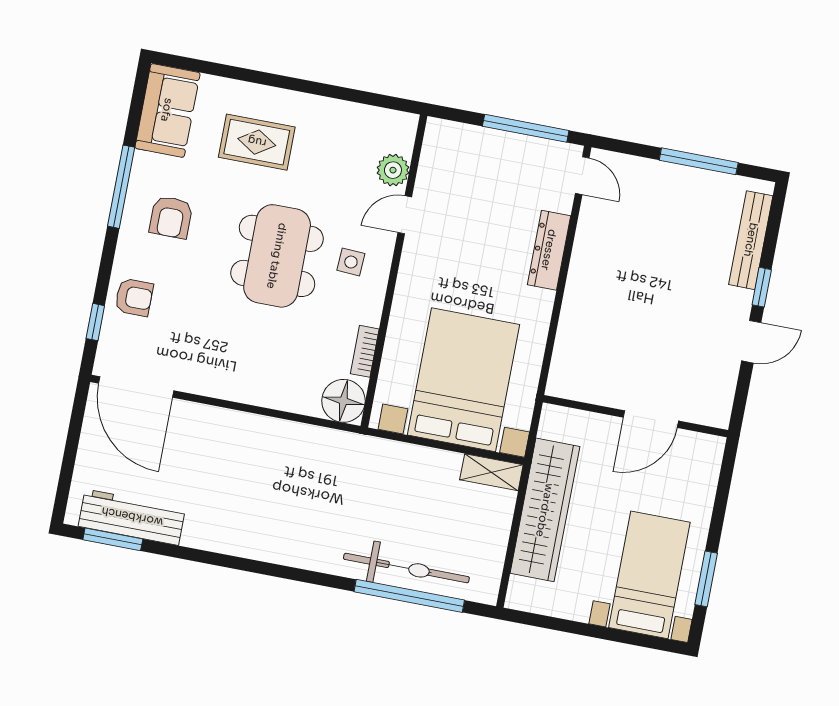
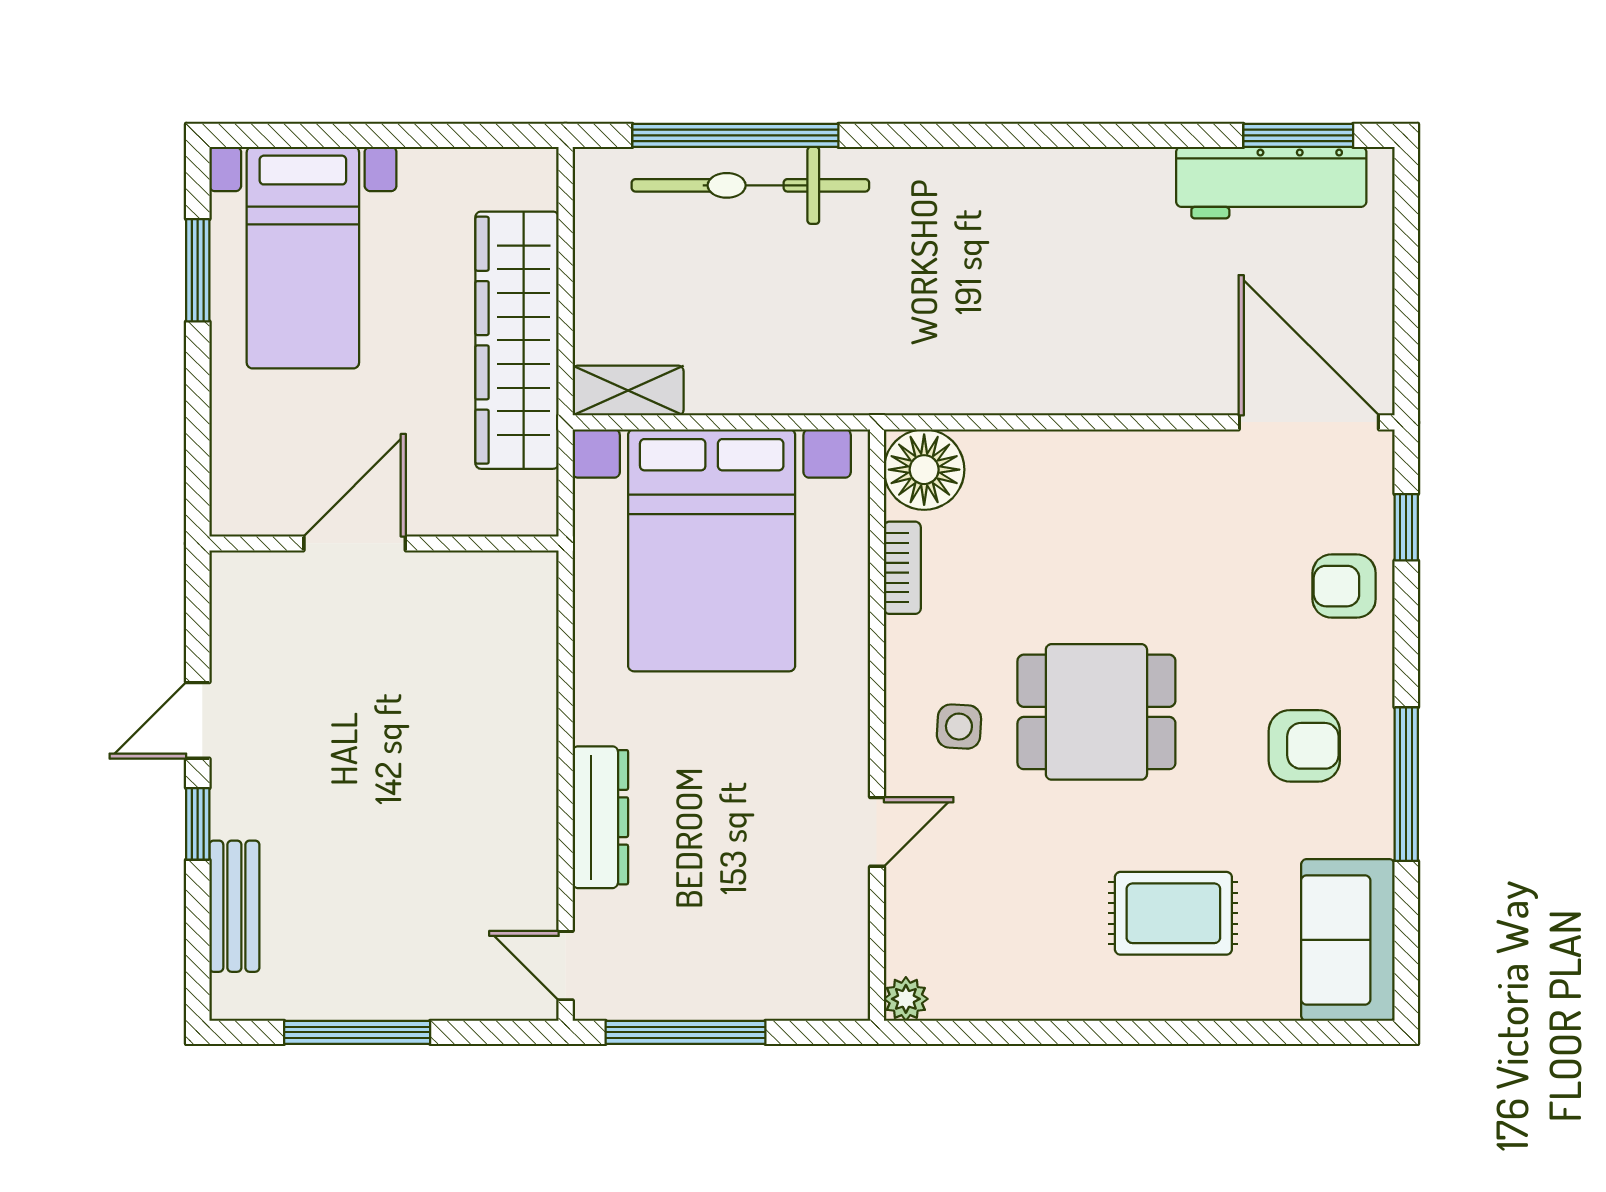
plant: (393, 170) -> (906, 999), moved, width x0.73, depth x0.73
armchair: (171, 217) -> (1304, 746), turned 90
bench: (751, 240) -> (234, 906), width x0.73
dining table: (277, 256) -> (1096, 712), width x0.73

